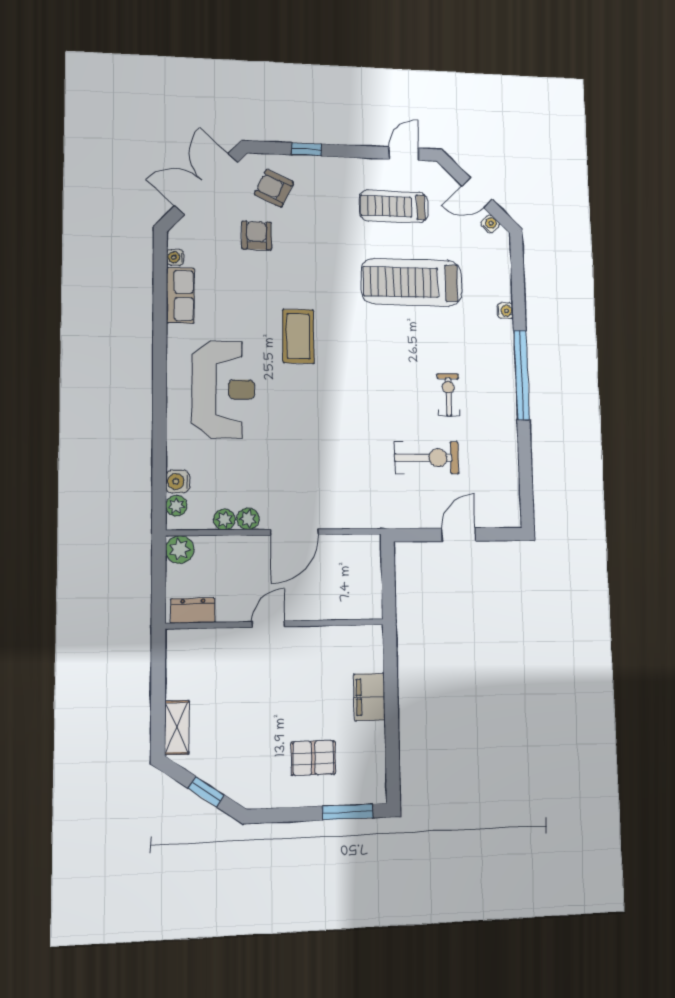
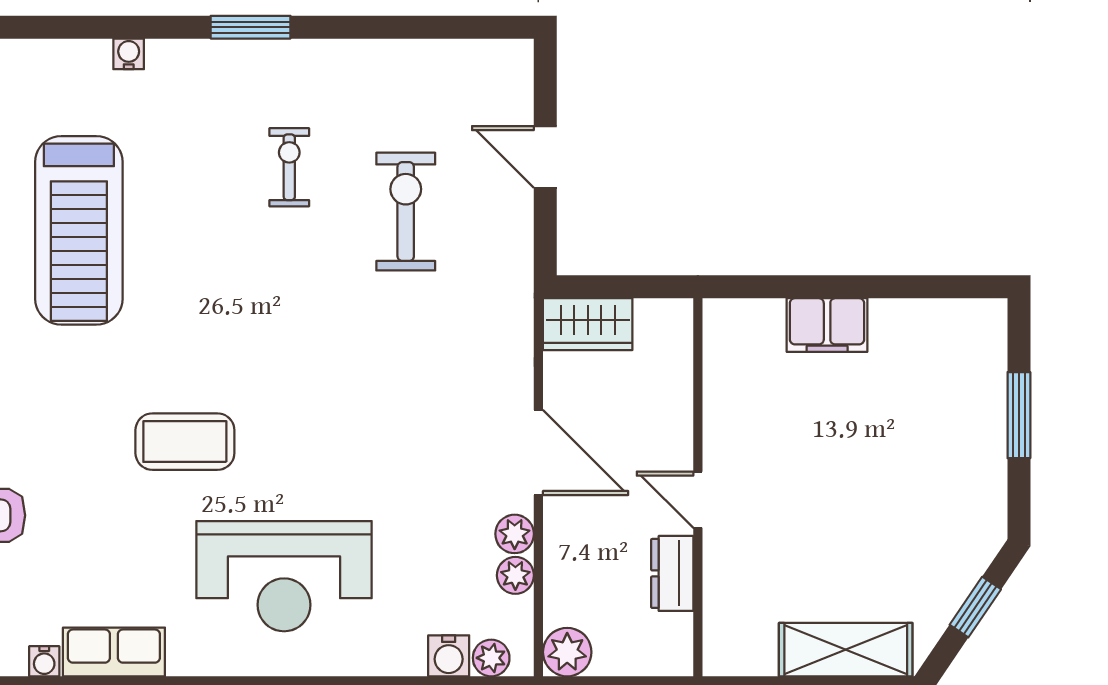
window: (522, 375) -> (251, 27), width x0.47
reception desk: (223, 389) -> (284, 576), turned 180
exercise bike: (448, 395) -> (289, 167), turned 90
wardrobe: (367, 559) -> (588, 324), added
dresser: (193, 611) -> (672, 573), moved
shelving: (177, 727) -> (846, 650), width x1.50, depth x1.33
pallet: (313, 758) -> (927, 425), removed
window: (348, 812) -> (1019, 415), moved

